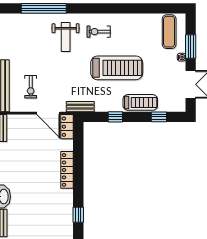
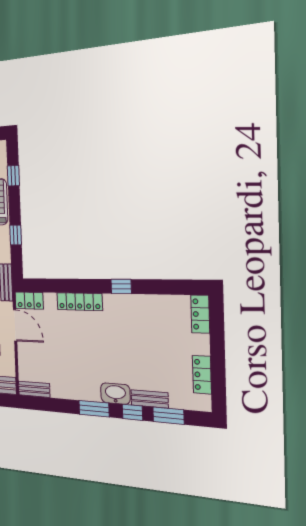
door: (48, 113) -> (15, 325), hinge flipped
window: (78, 215) -> (121, 286), moved

